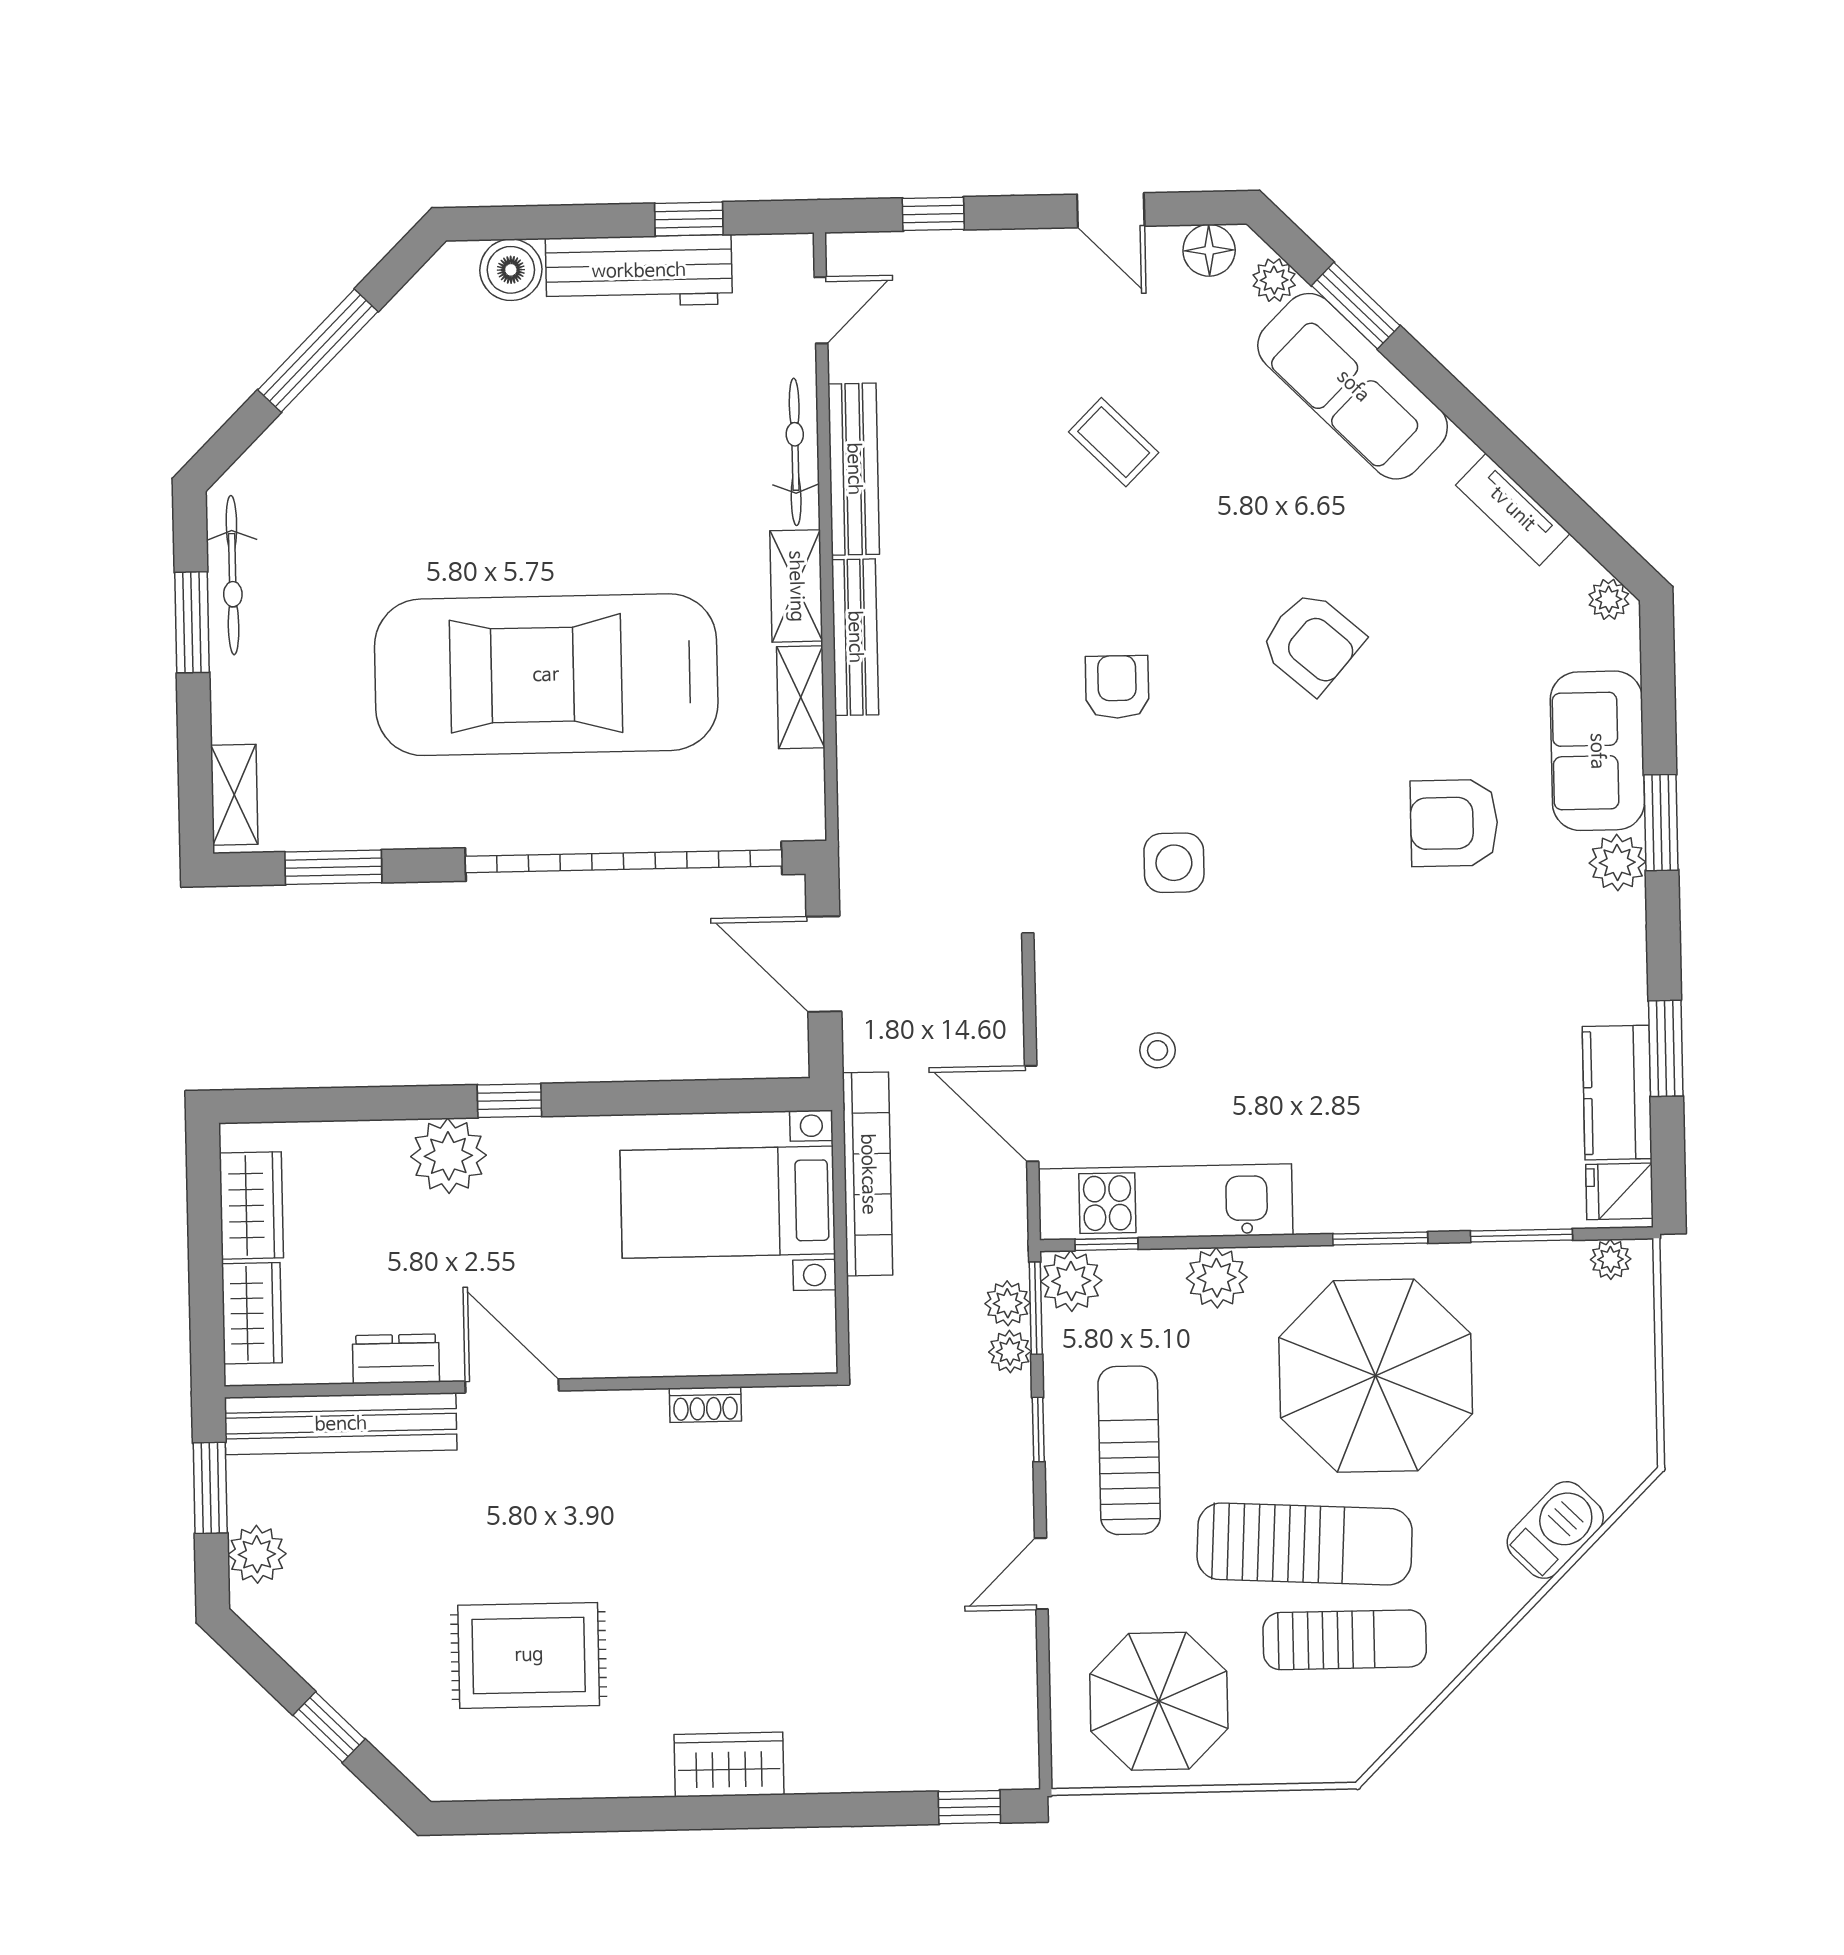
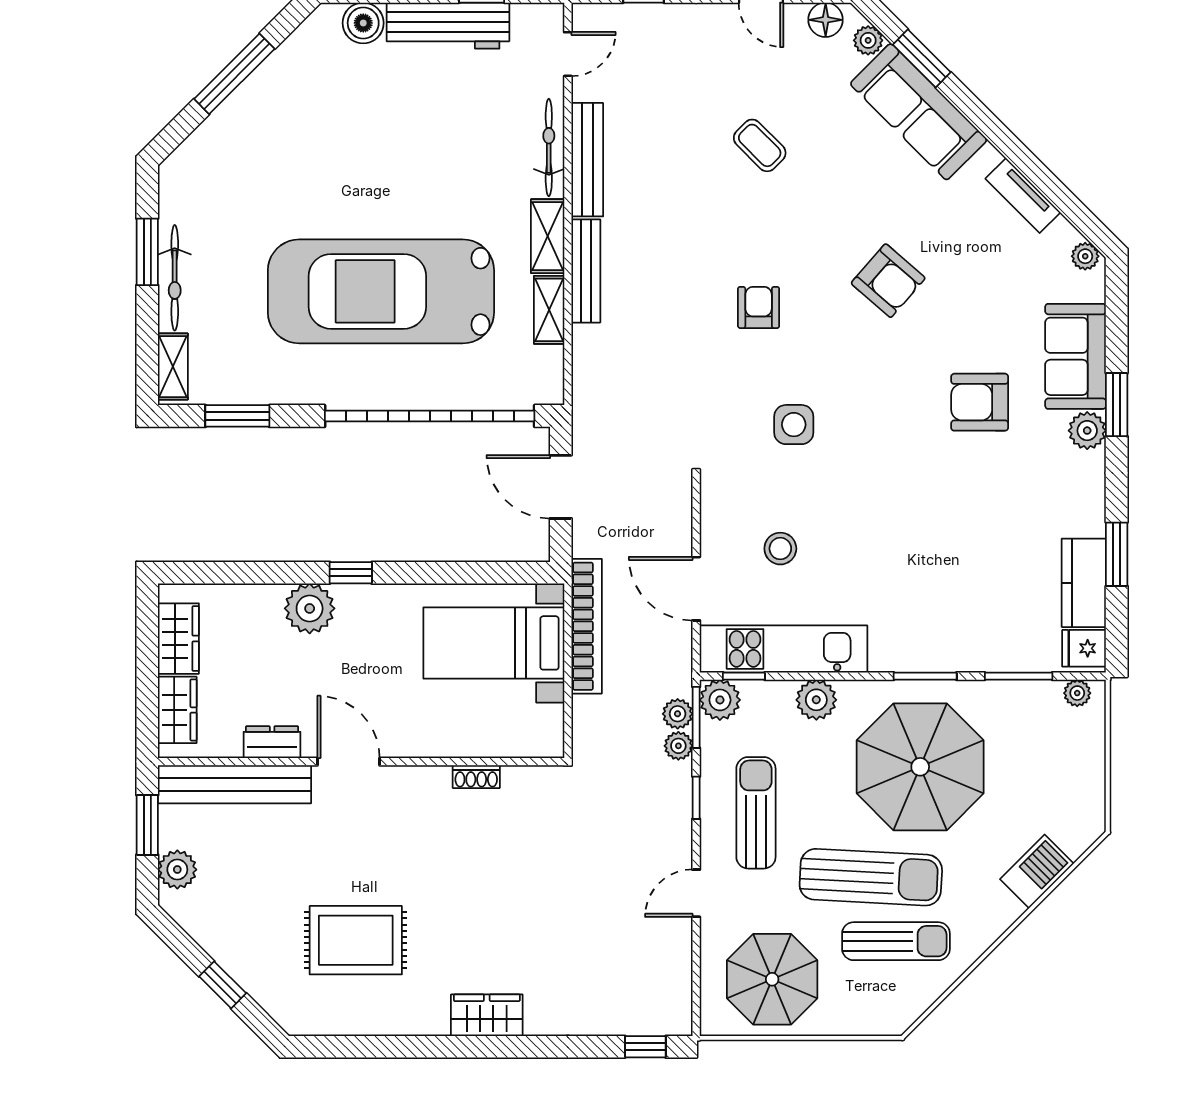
bicycle: (232, 575) -> (175, 278), moved
stool: (1158, 1050) -> (780, 549), width x1.37, depth x1.37

